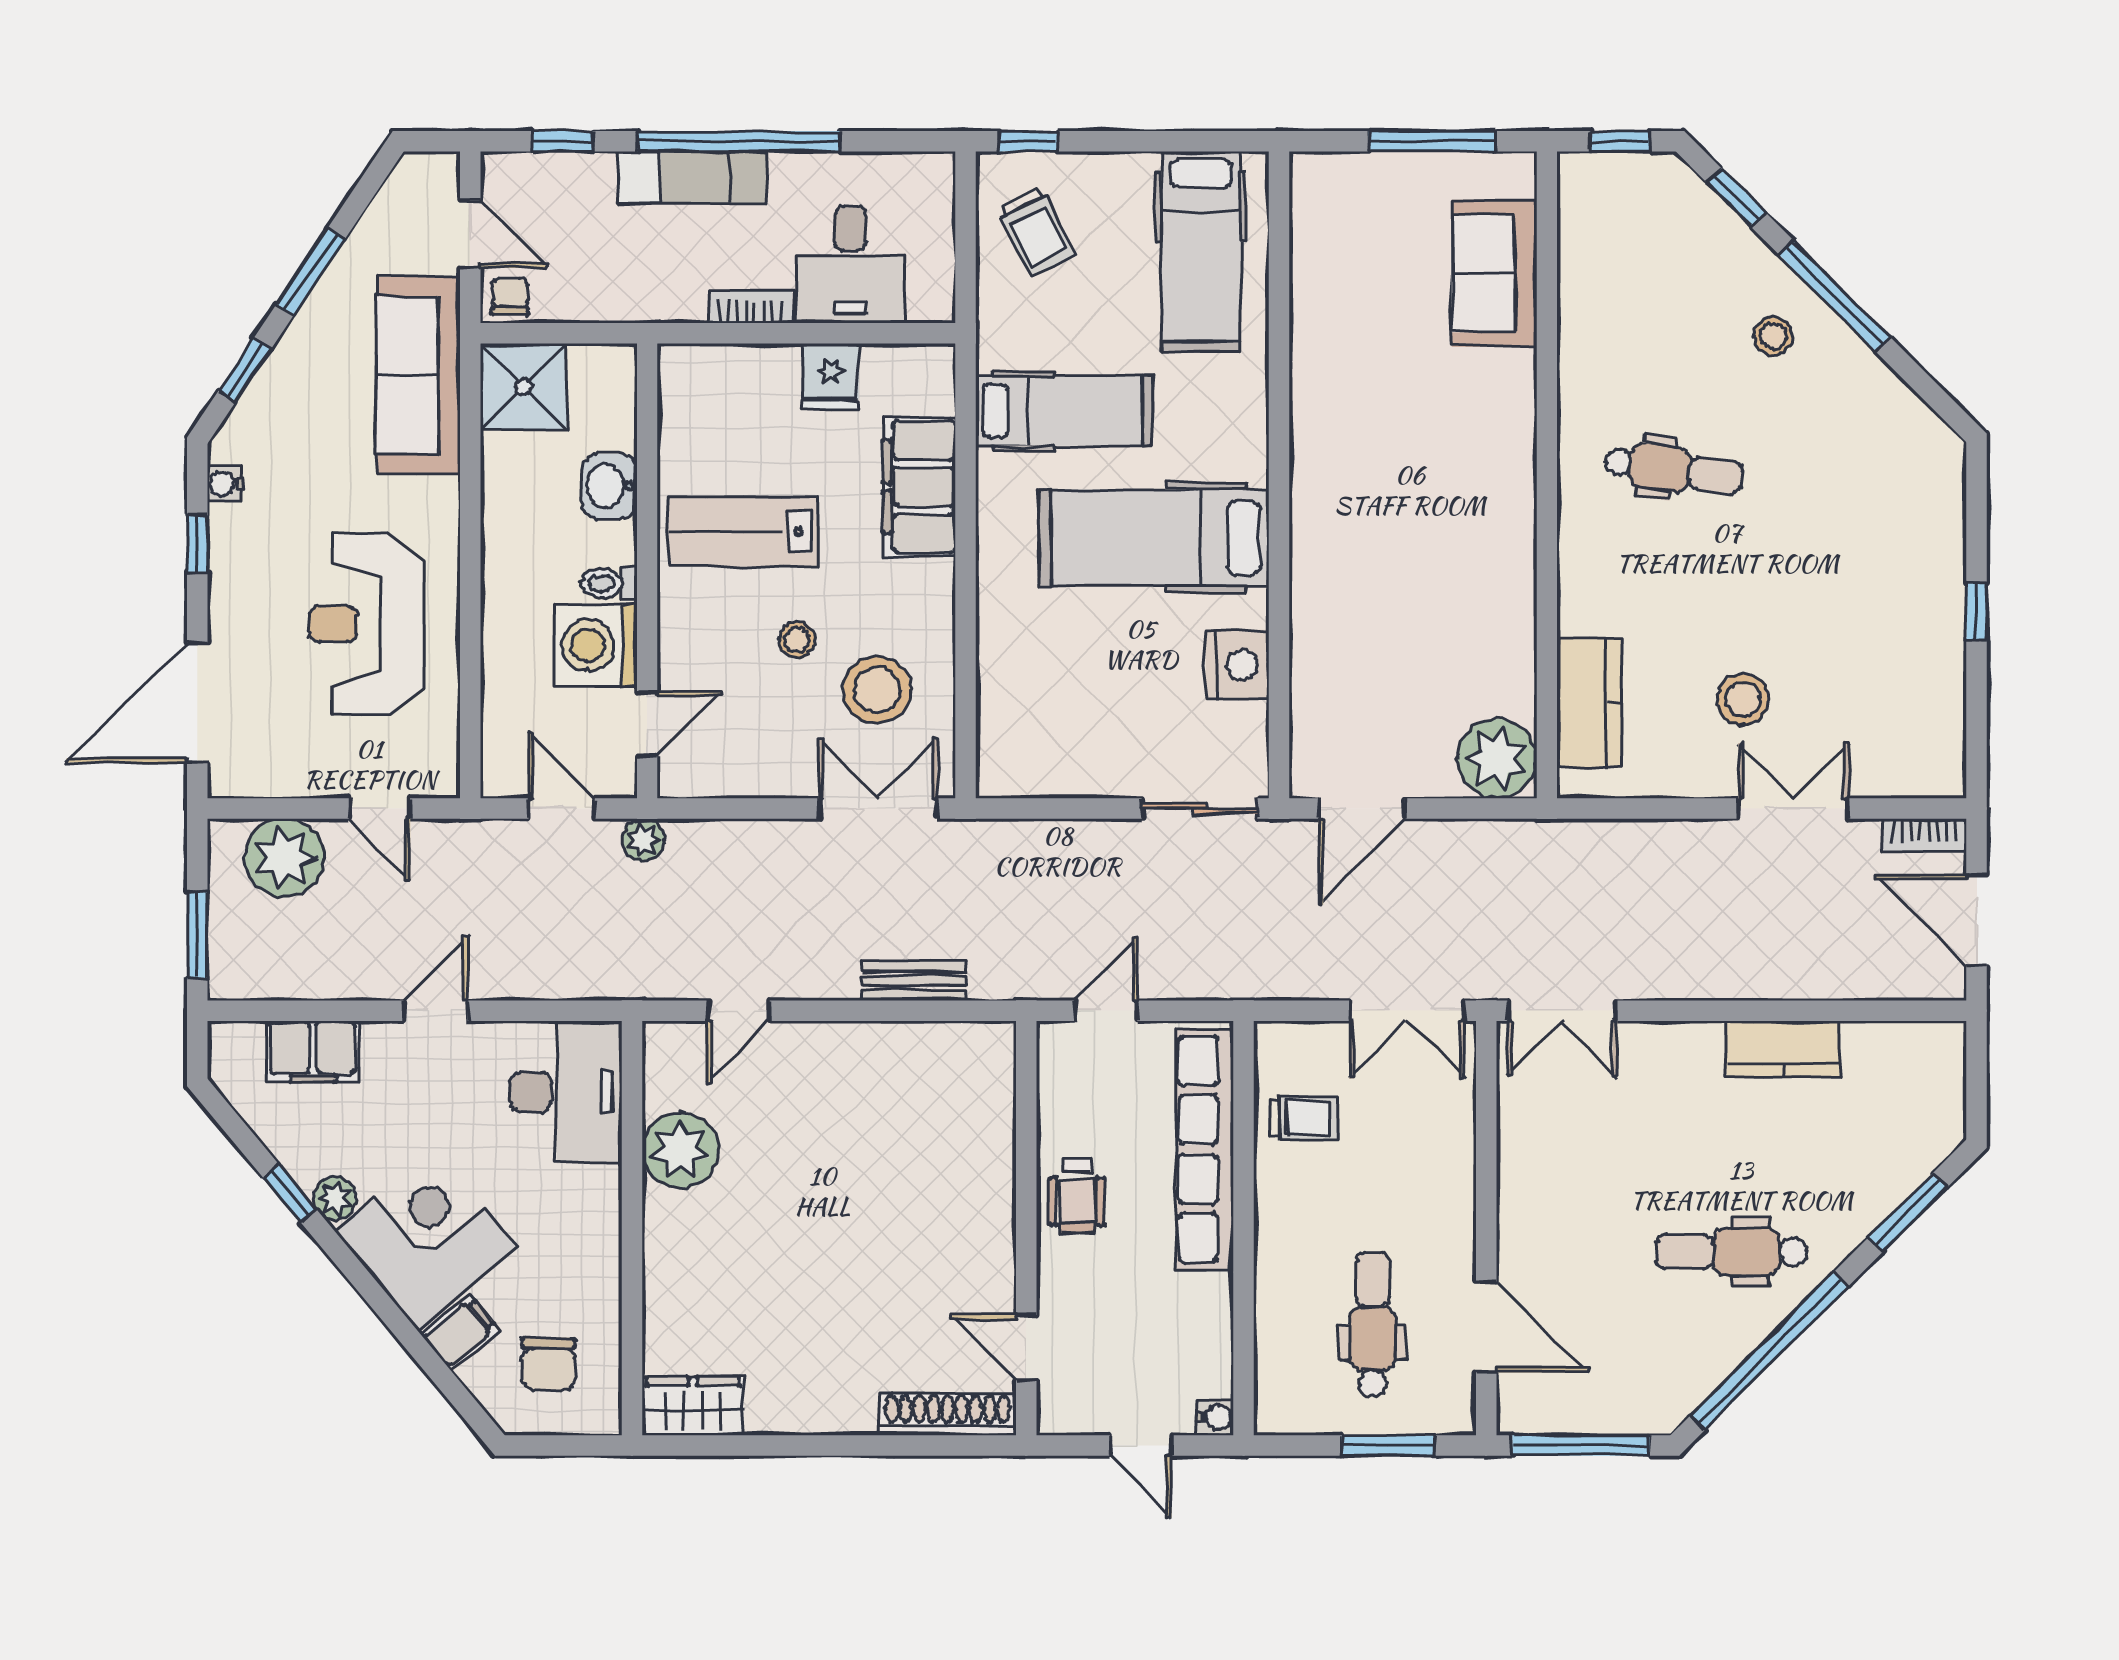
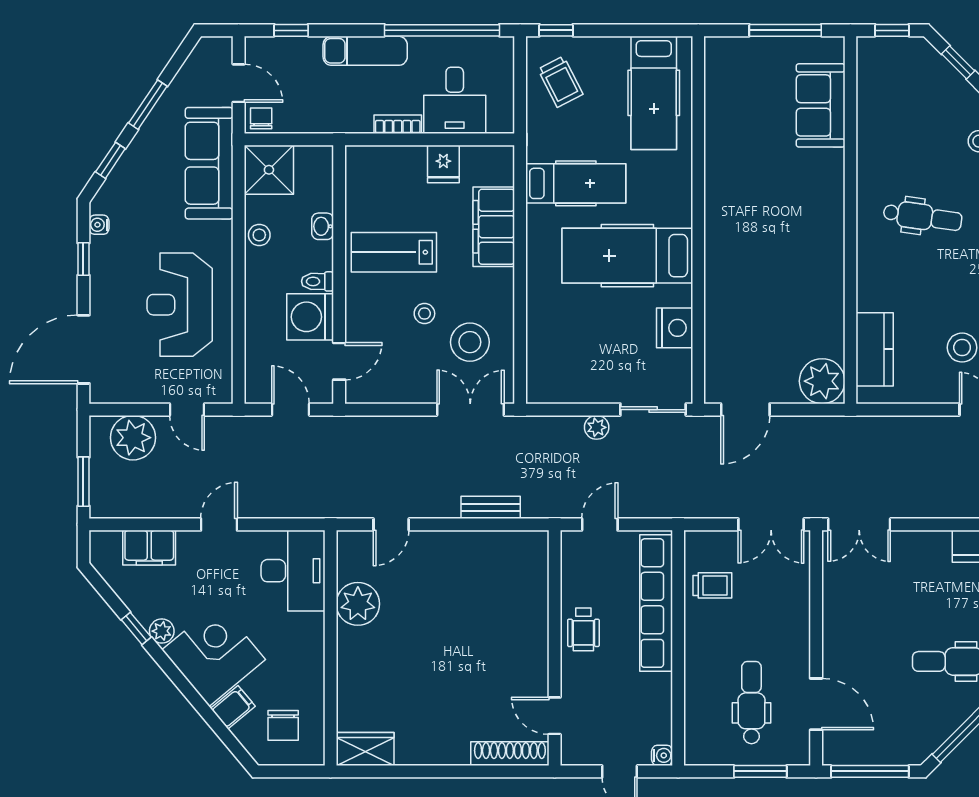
window: (739, 141) -> (442, 30), moved
washbasin: (610, 486) -> (323, 226), width x0.72, depth x0.69
stool: (507, 501) -> (259, 235), added
plant: (643, 840) -> (597, 427), moved

